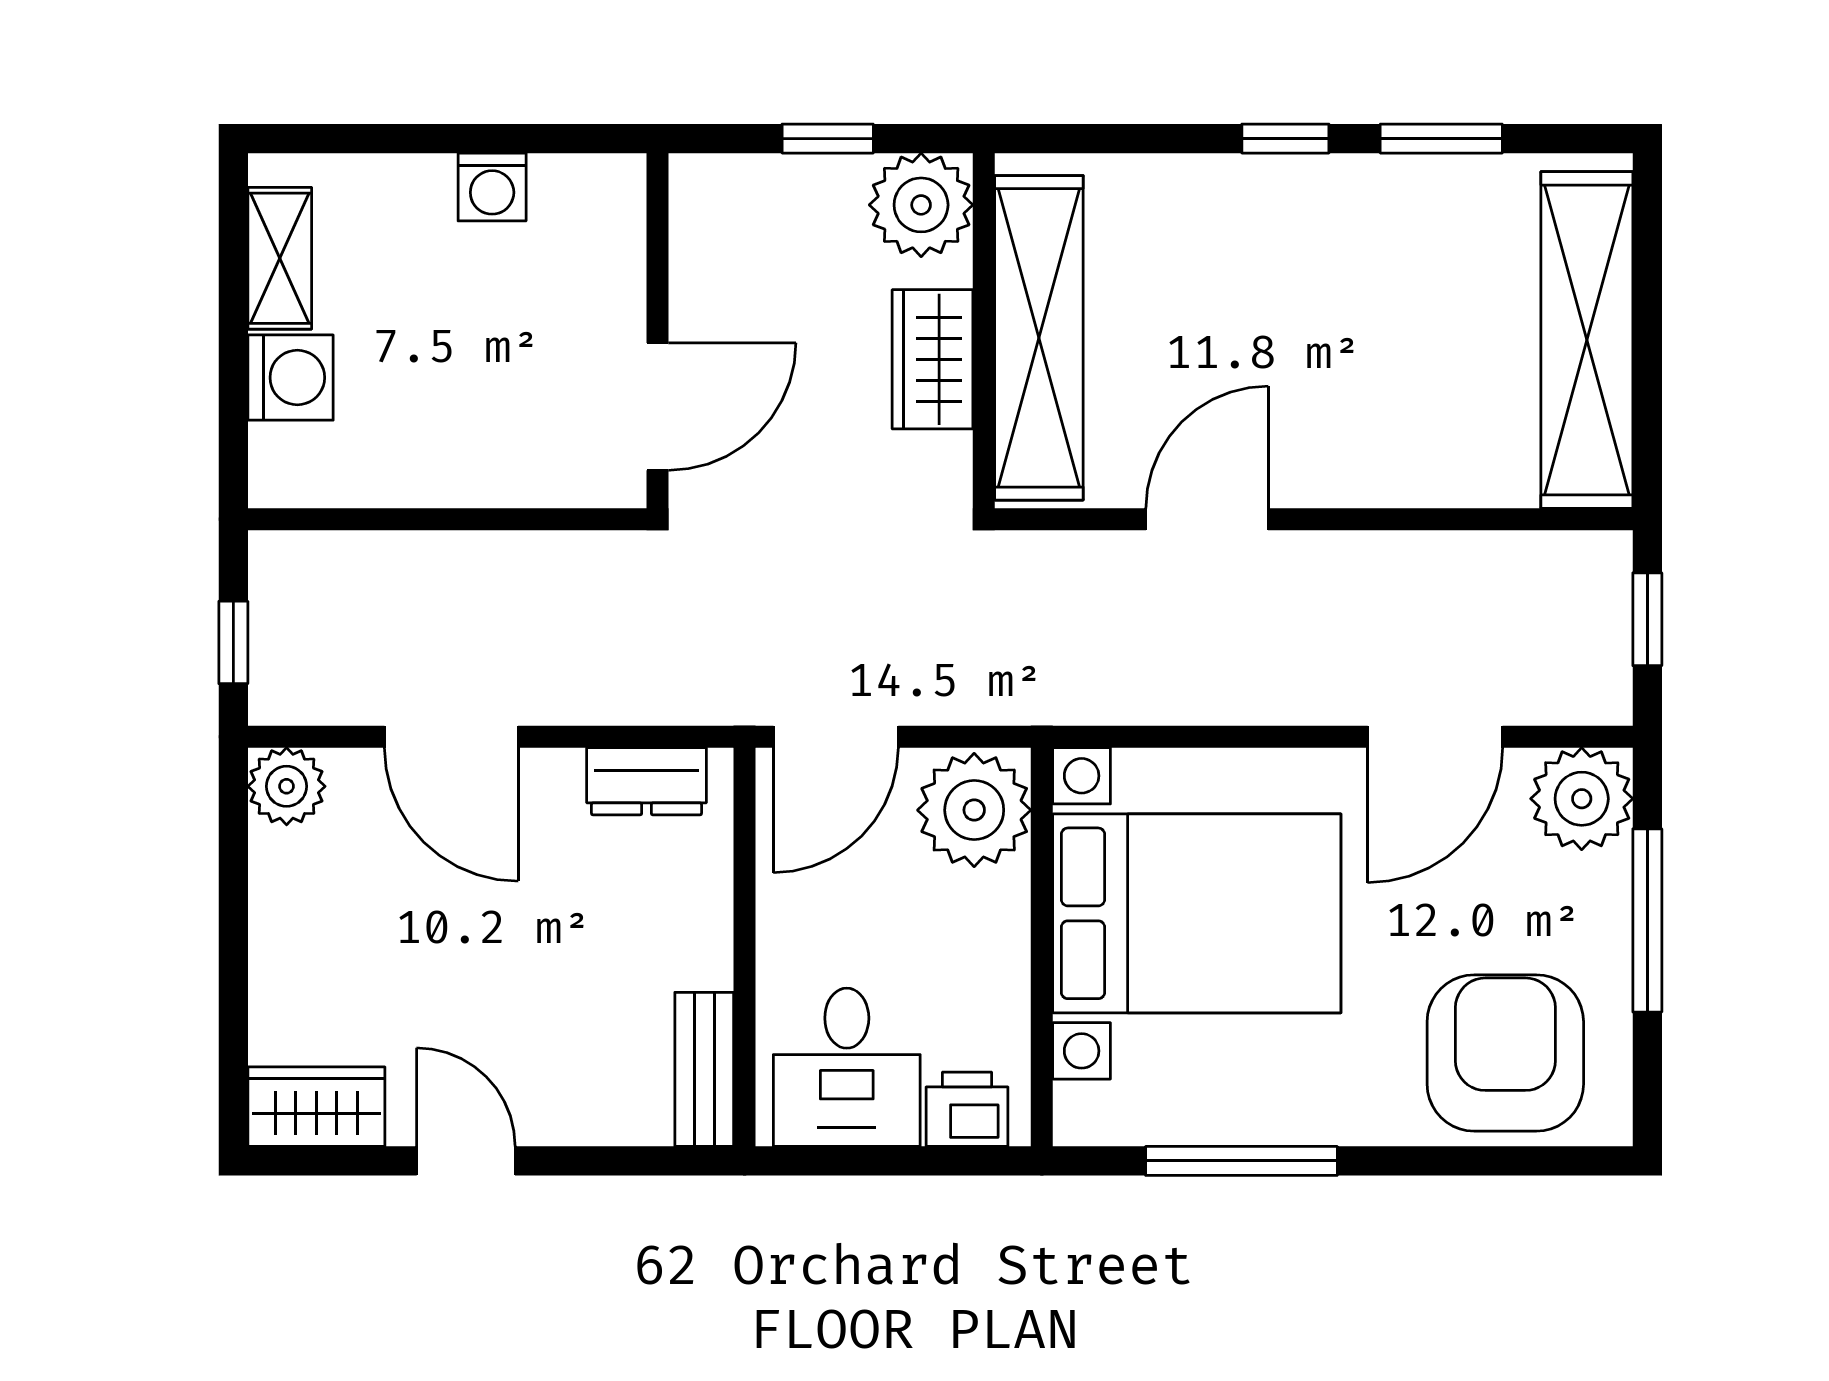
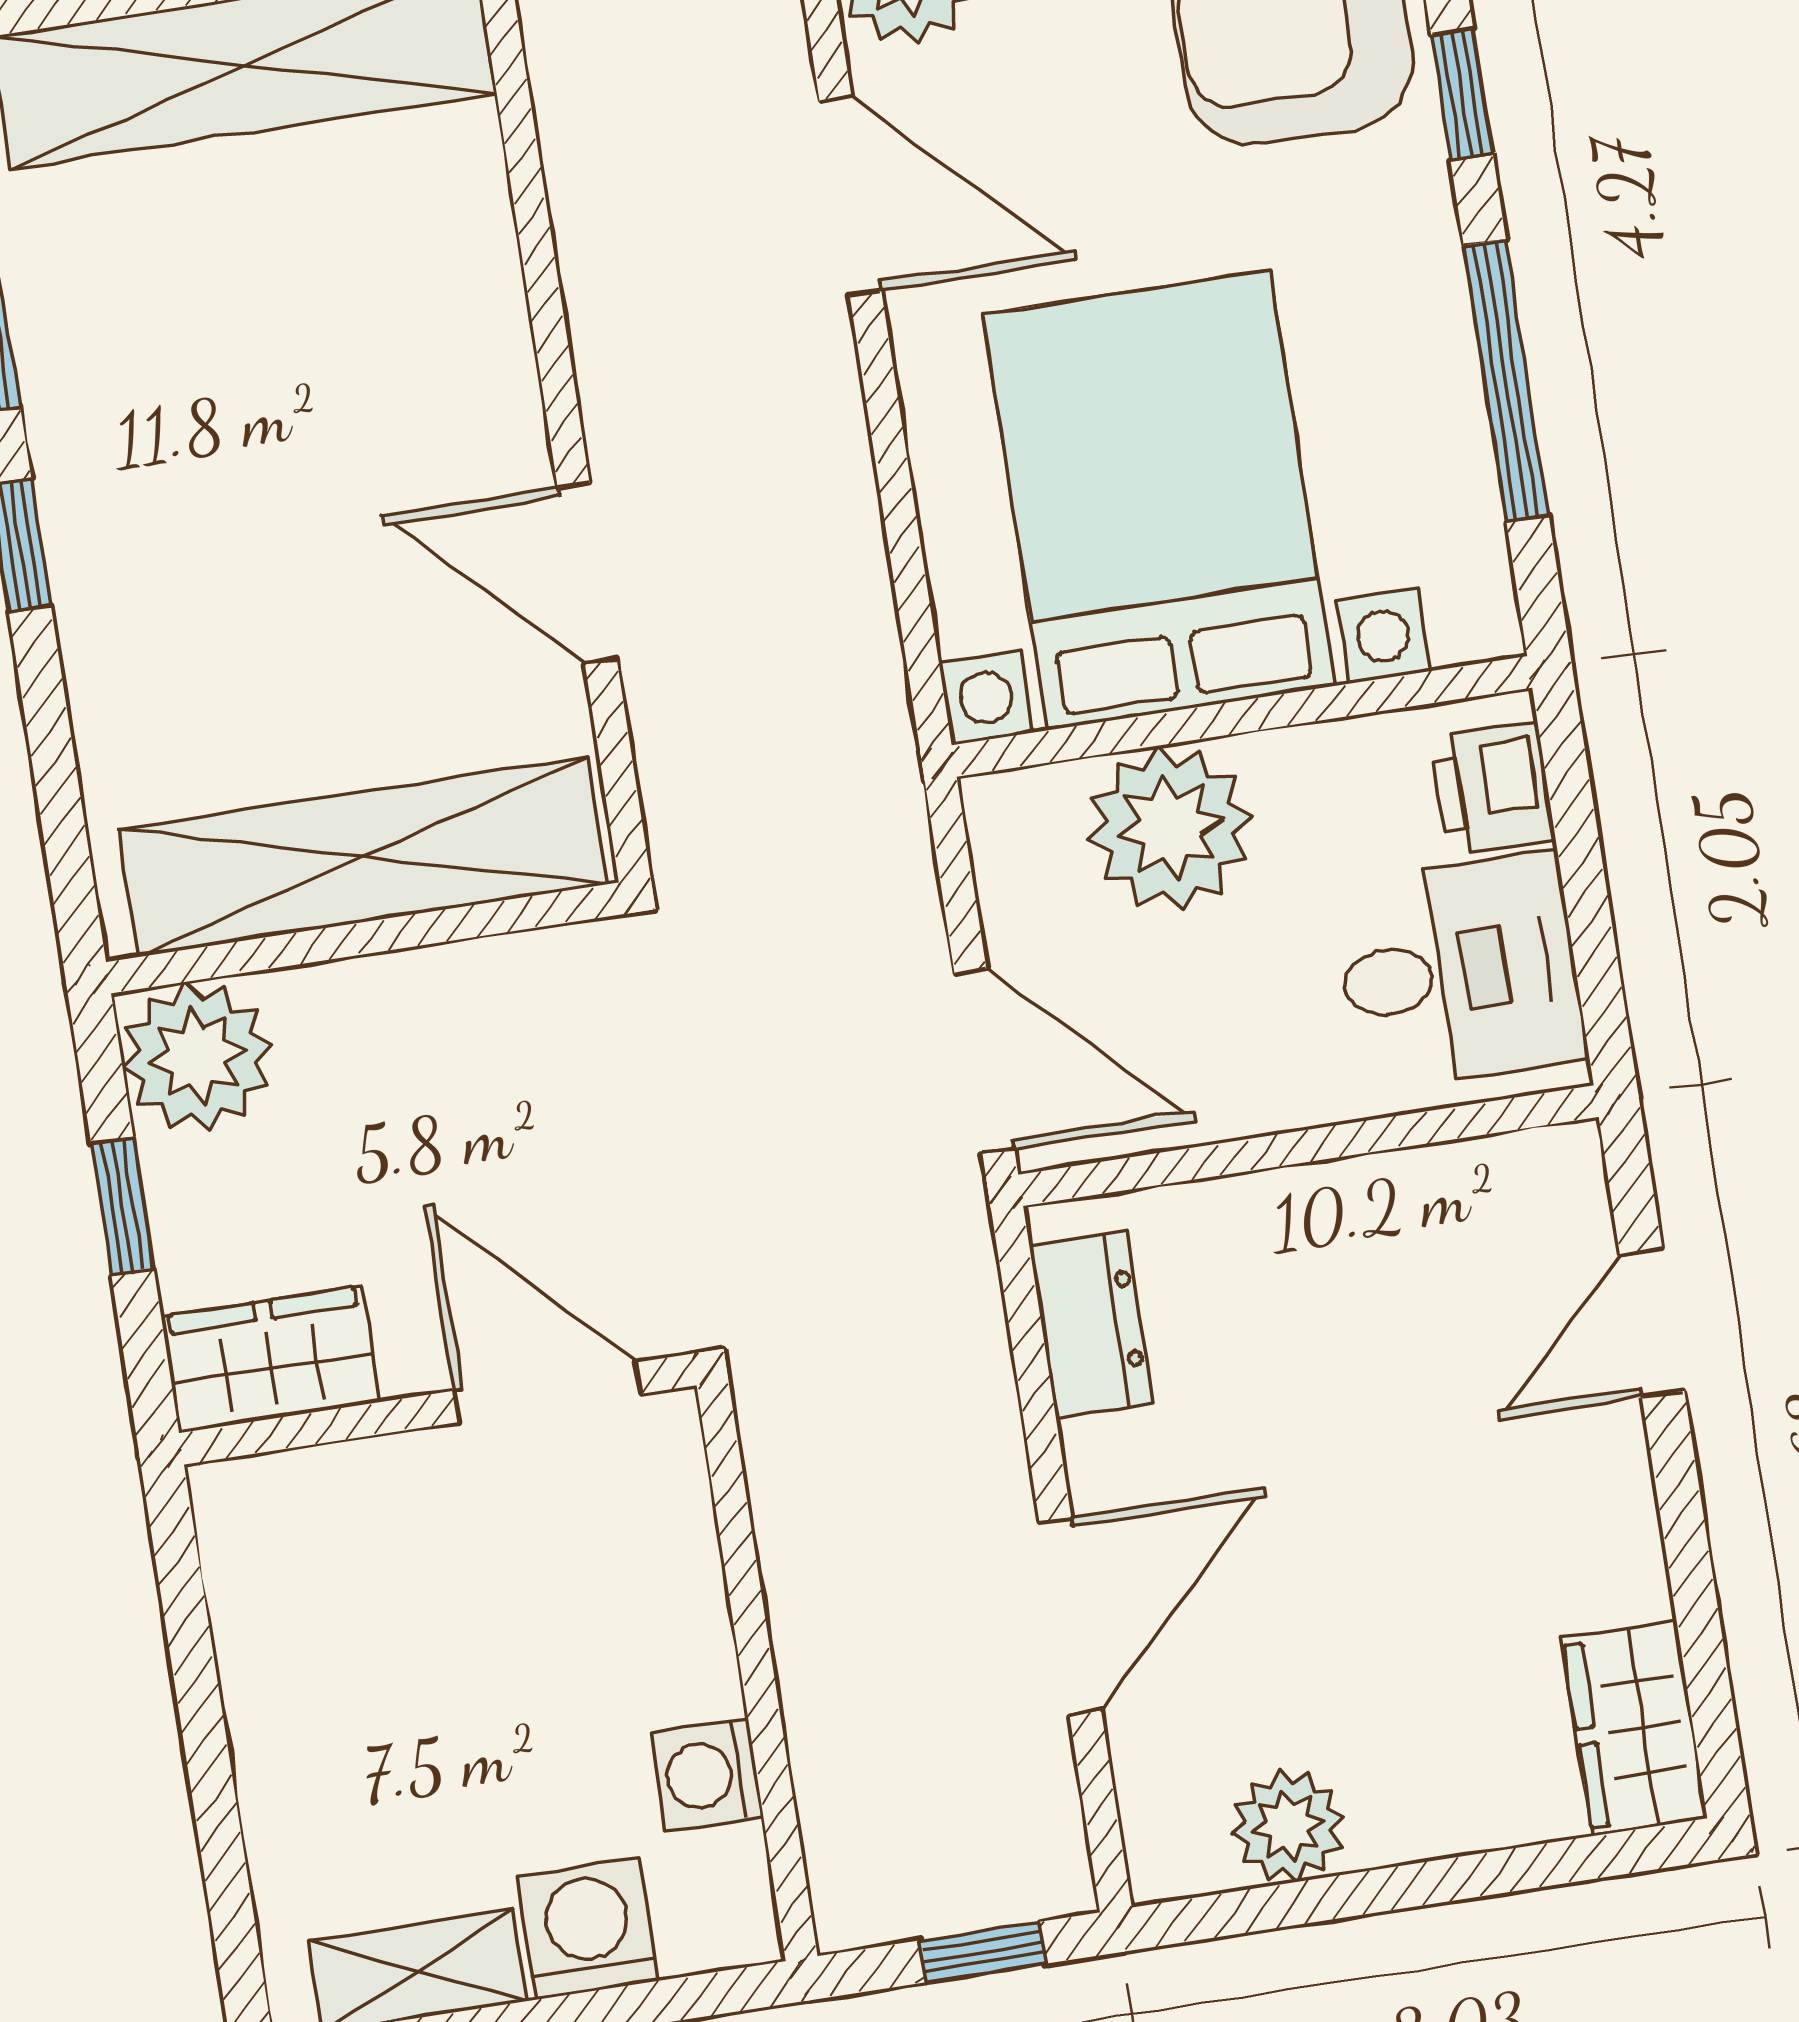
washing machine: (492, 187) -> (707, 1775), moved, turned 180
wardrobe: (933, 359) -> (270, 1359), moved, turned 180
plant: (287, 786) -> (1288, 1826), moved
plant: (974, 810) -> (1170, 828), moved
bench: (704, 1069) -> (1494, 1177), removed
door: (466, 1161) -> (1652, 1323), moved
window: (1440, 1161) -> (1462, 94), added

